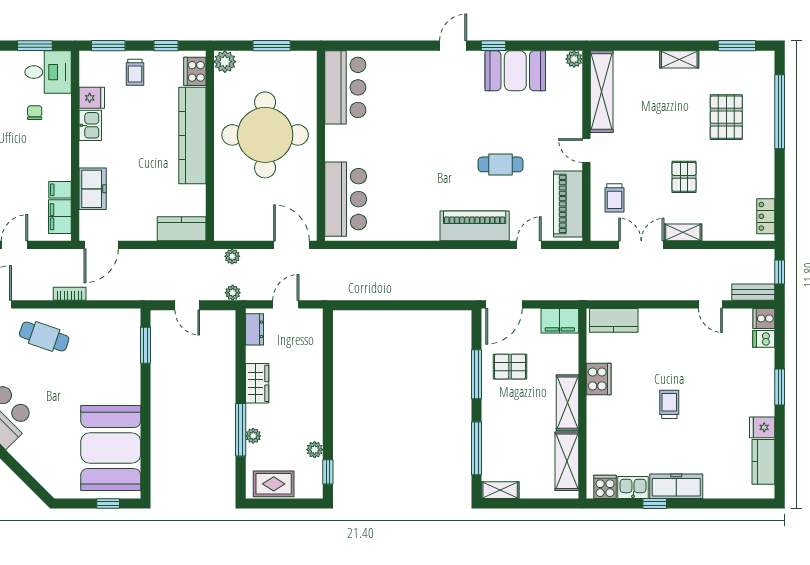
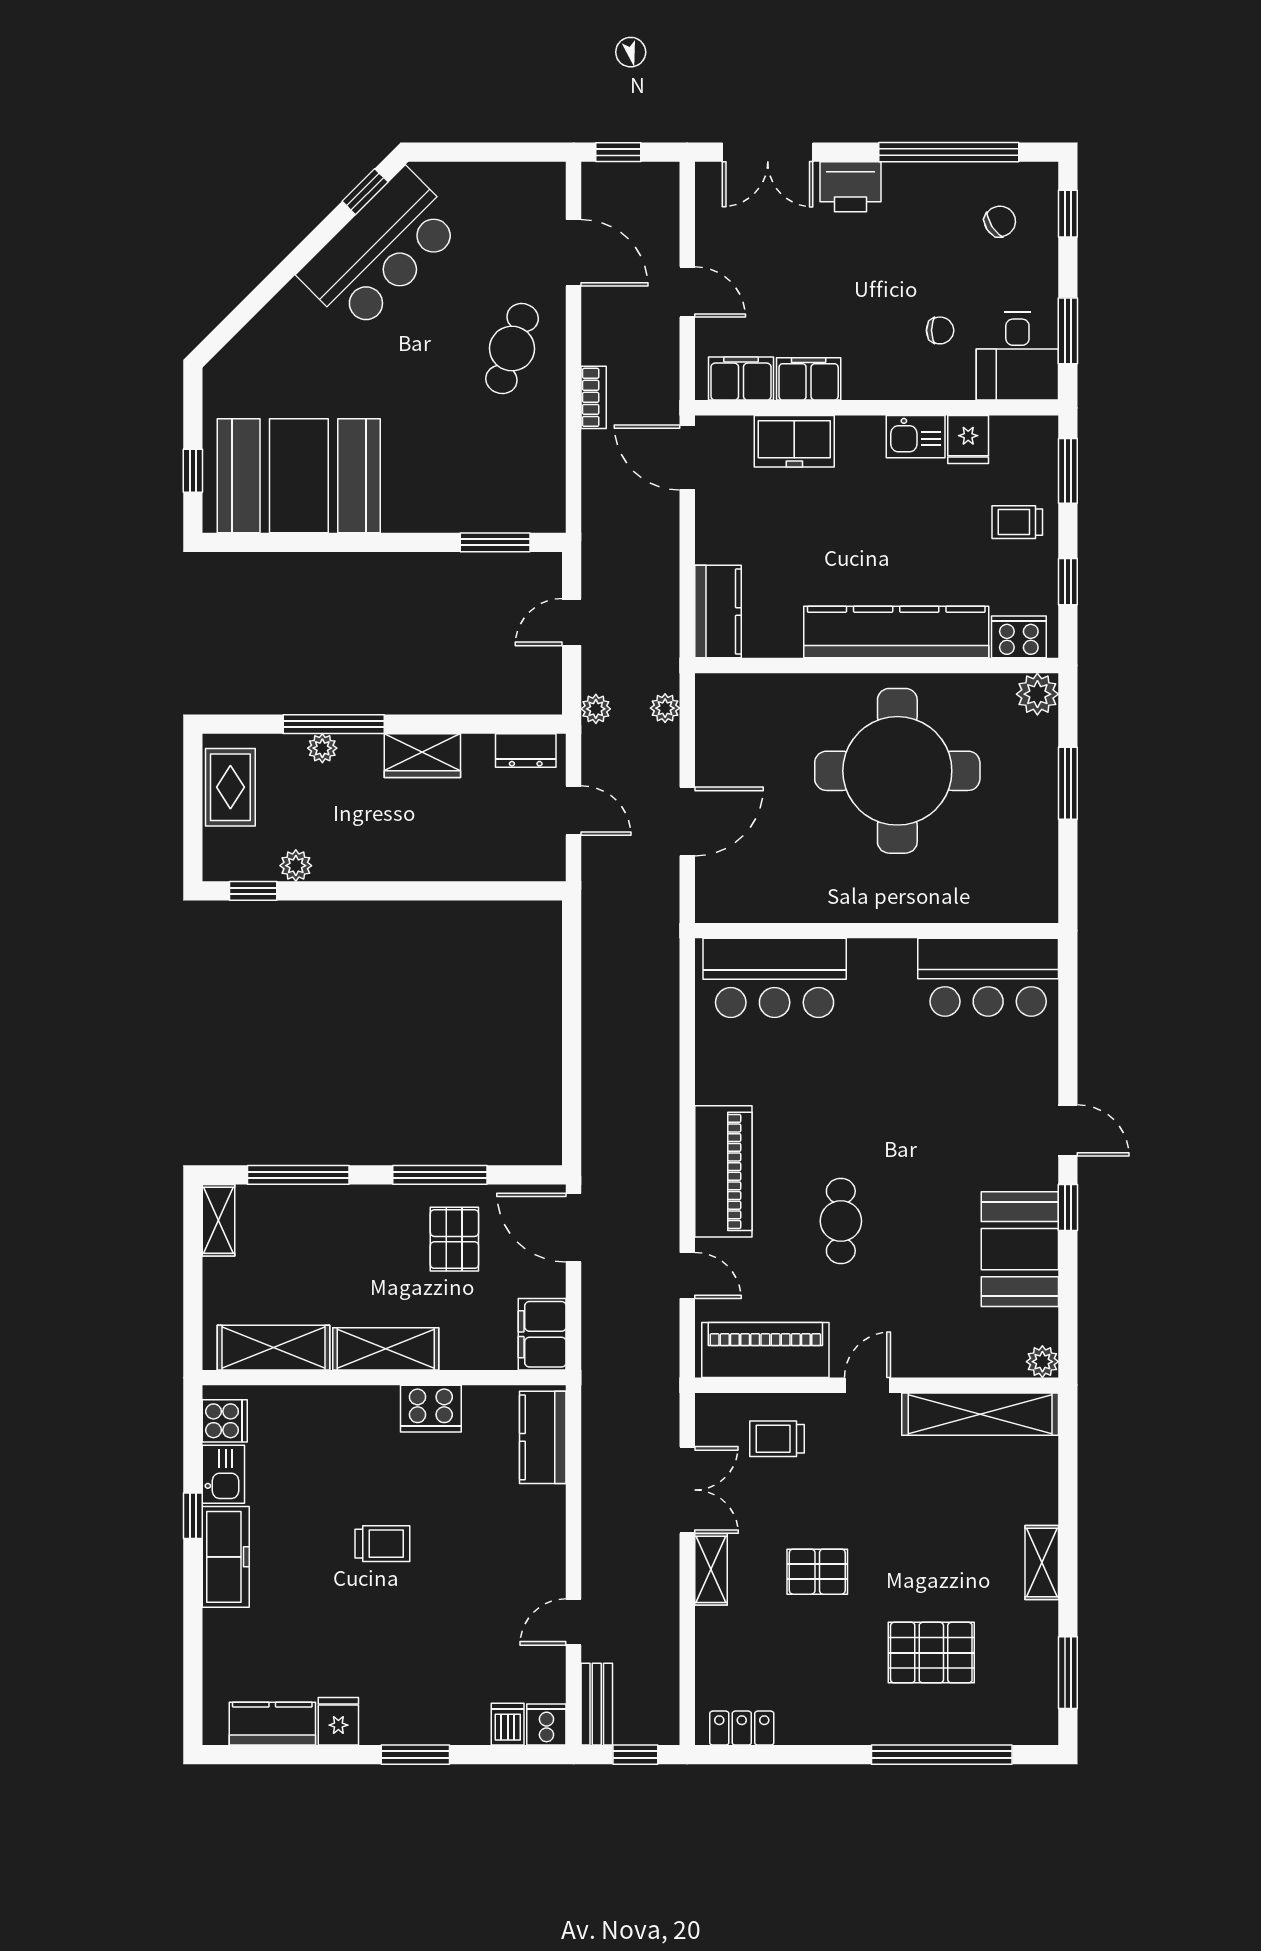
bar counter: (345, 87) -> (988, 977), moved
wall: (321, 146) -> (877, 931), moved
filing cabinet: (60, 190) -> (809, 379), width x2.00
bar counter: (346, 199) -> (775, 978), moved

